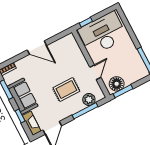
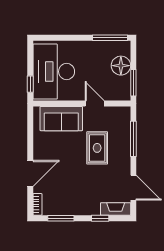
door: (37, 48) -> (30, 173), moved
floor lamp: (117, 84) -> (121, 66), moved
sofa: (23, 96) -> (61, 119), moved, turned 180
plant: (89, 100) -> (122, 128), removed

